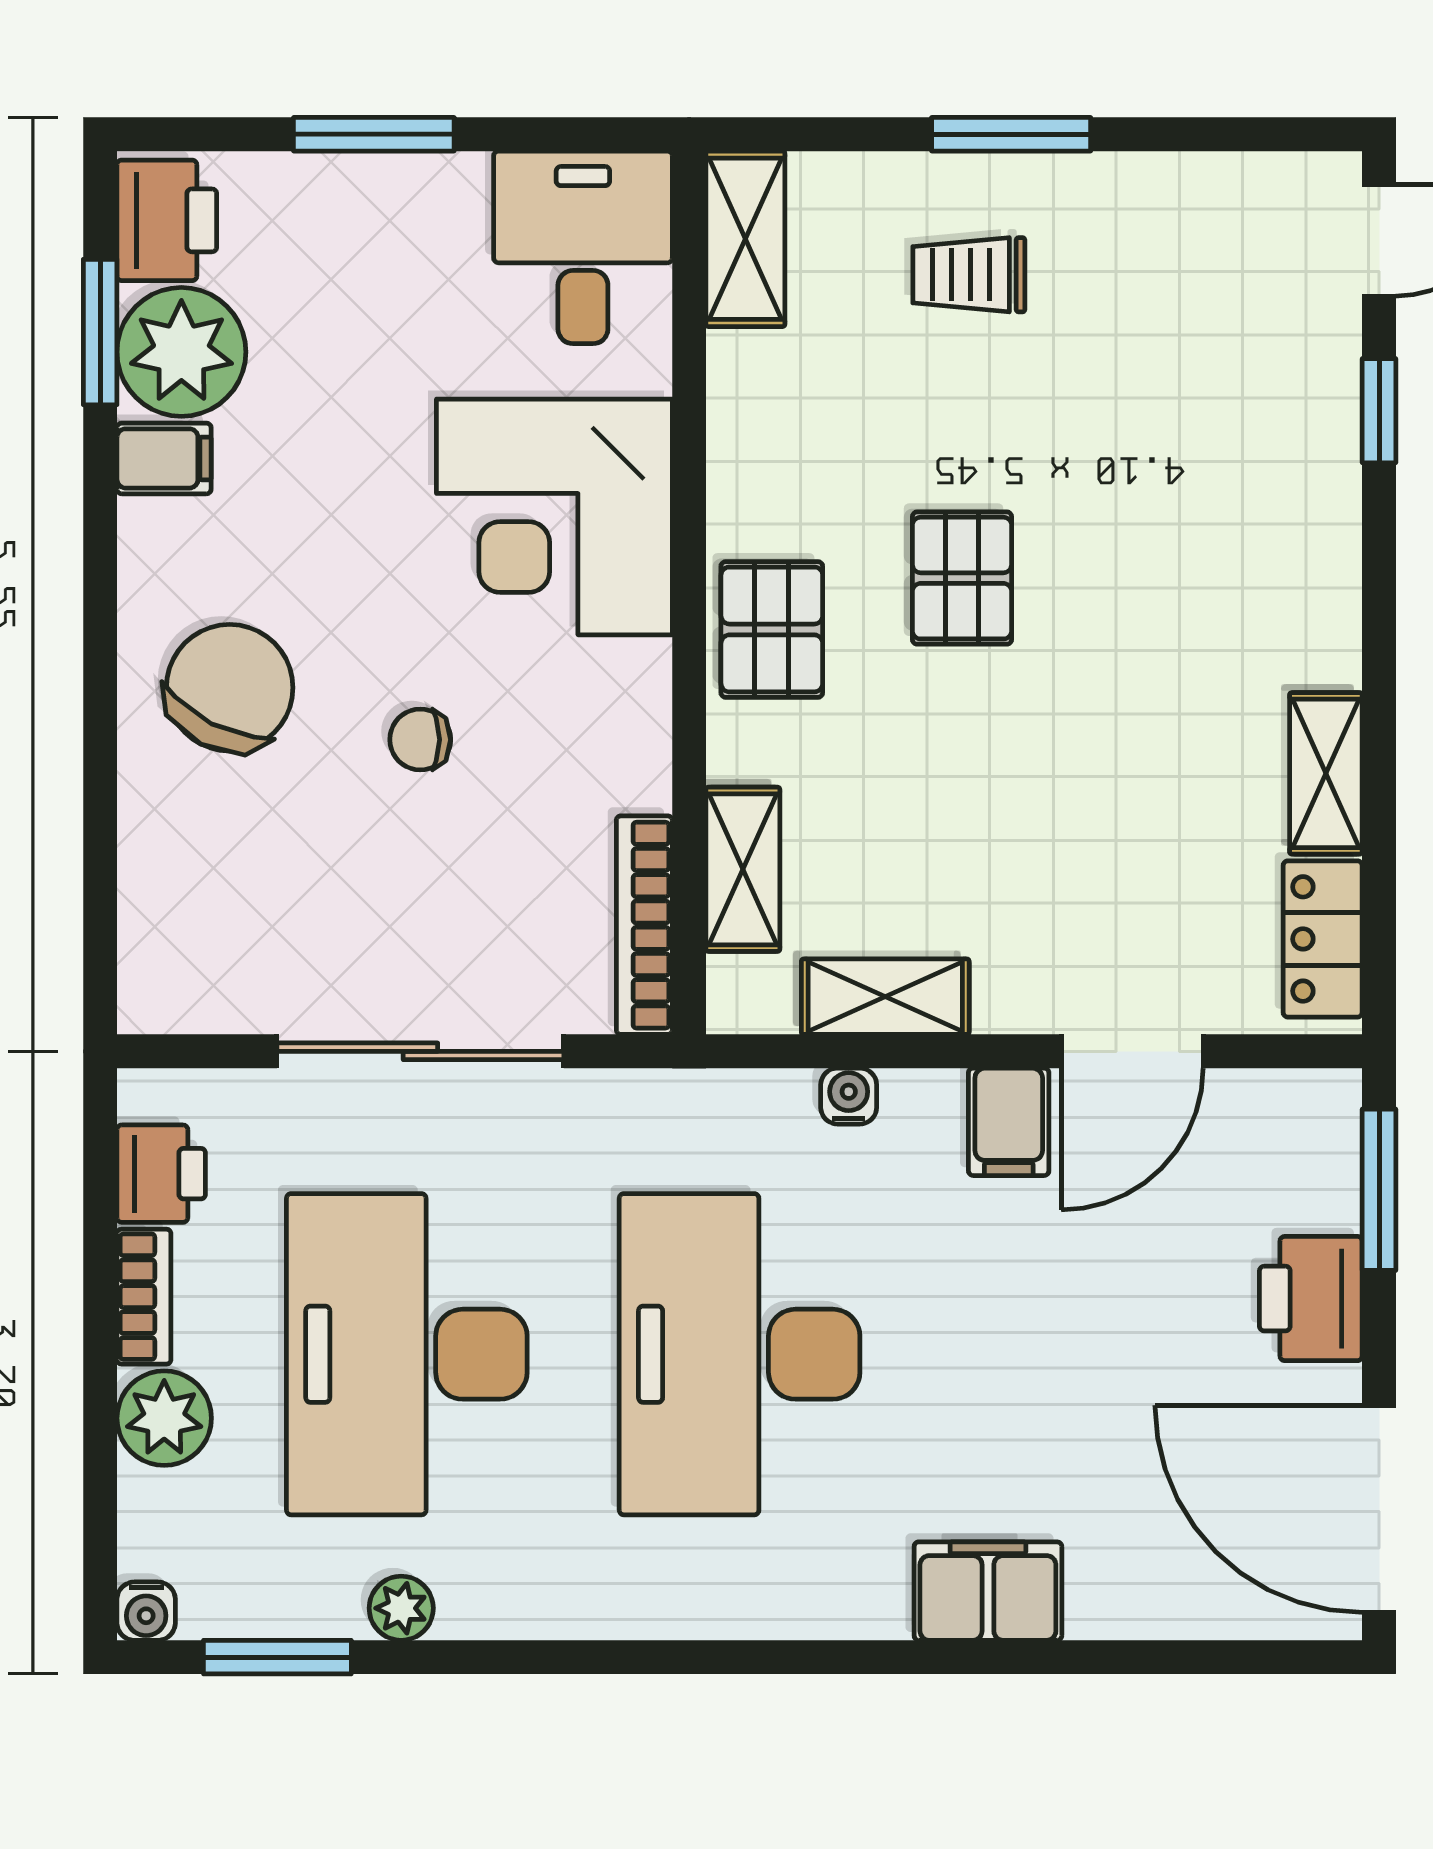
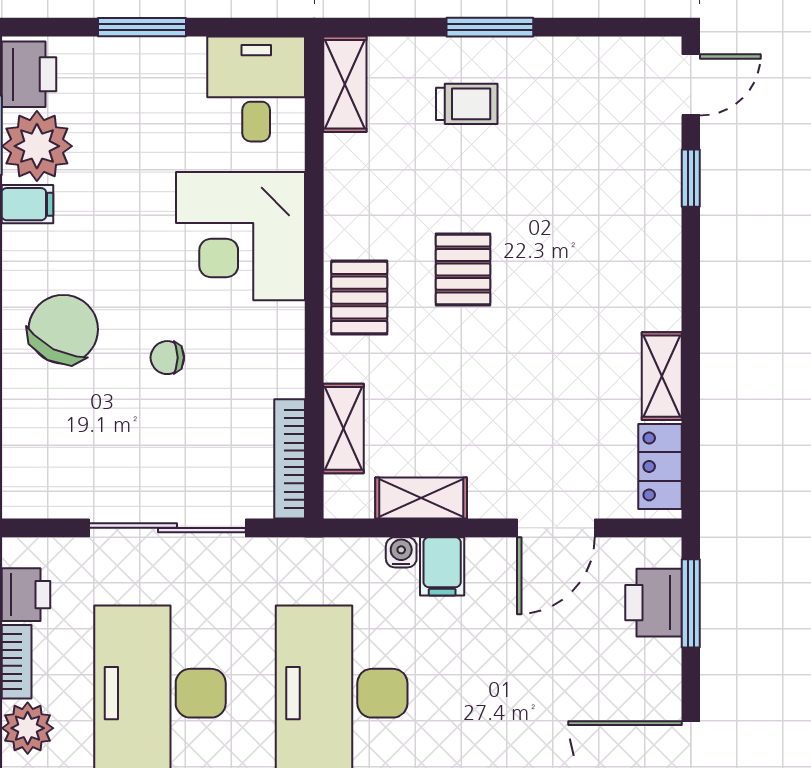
trolley: (969, 275) -> (467, 104), turned 180
filing cabinet: (1009, 1122) -> (442, 566), moved
printer: (1311, 1299) -> (653, 603), moved

